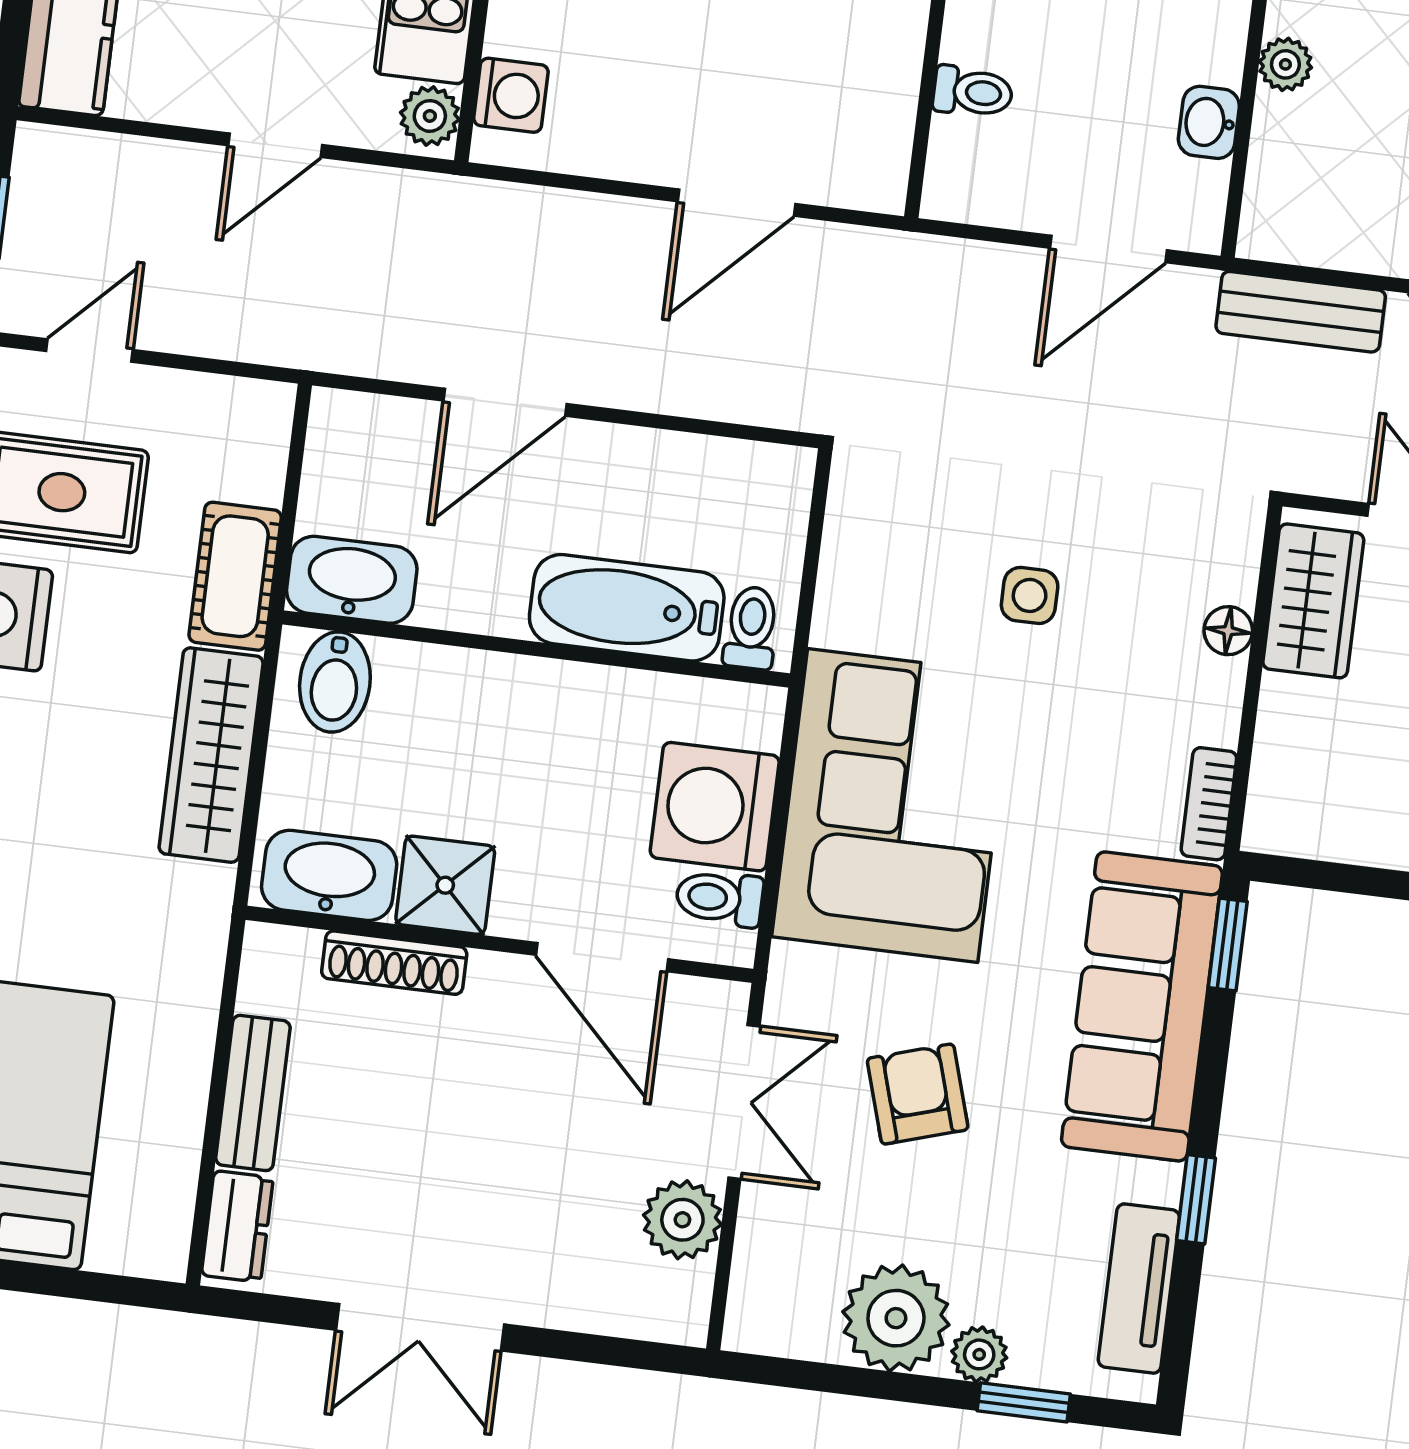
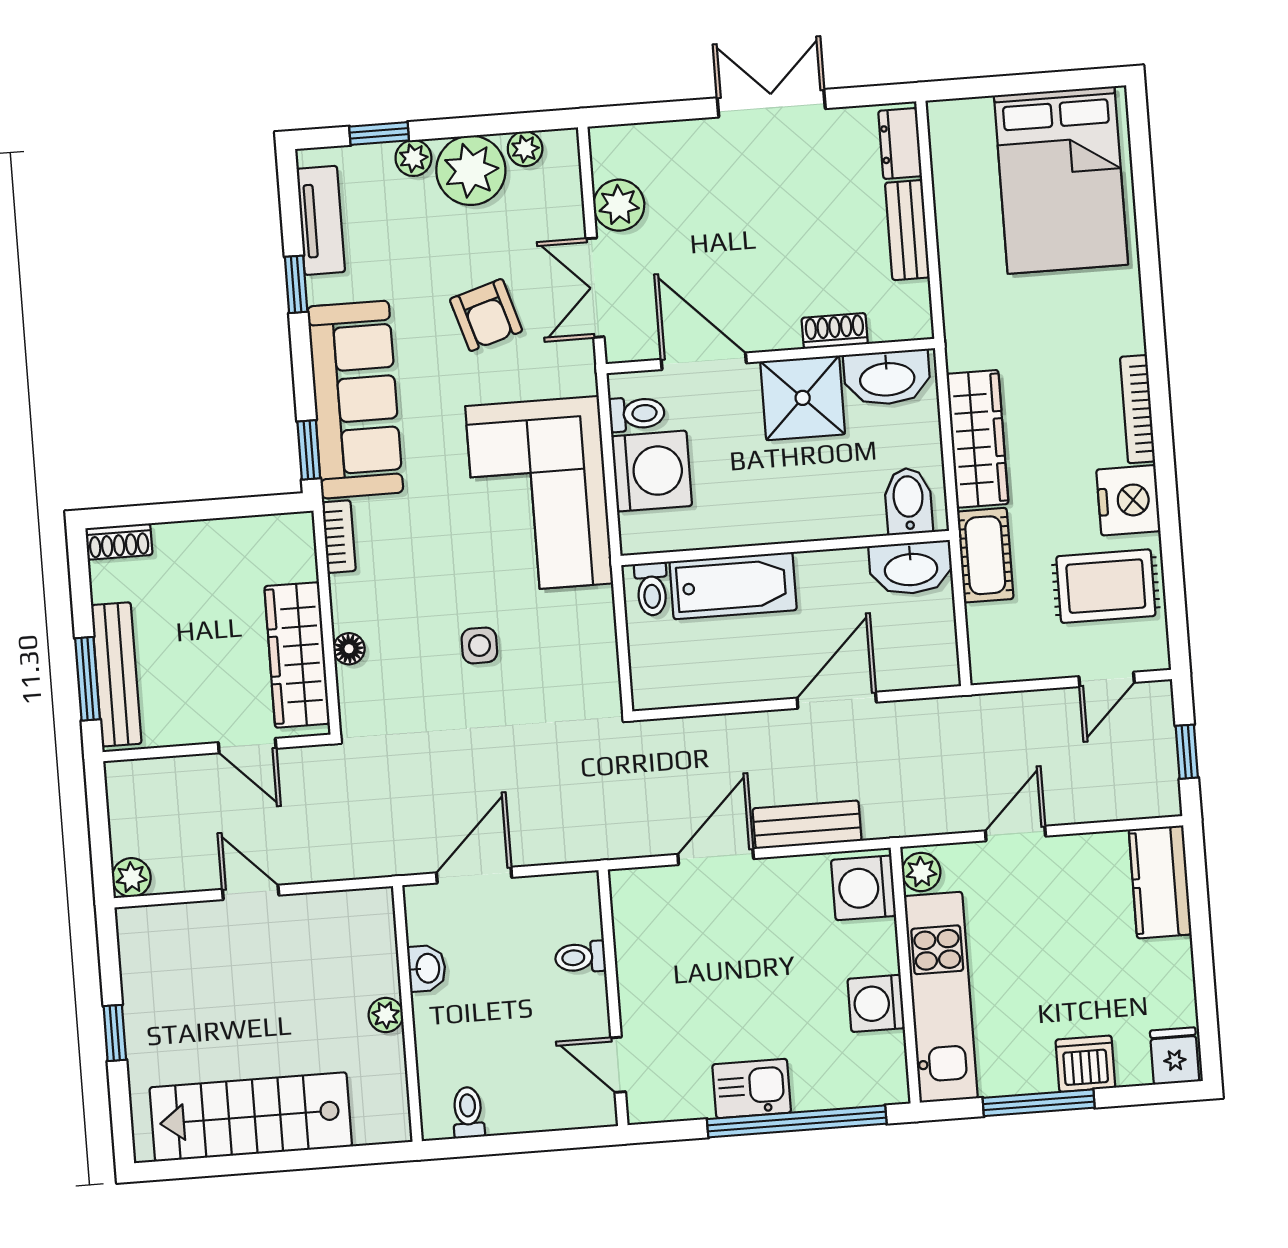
washing machine: (511, 95) -> (864, 888), width x1.38, depth x1.38
bench: (1301, 312) -> (807, 825), moved
wardrobe: (1313, 601) -> (297, 655), width x1.50
shower: (445, 885) -> (803, 398), width x1.36, depth x1.36
shoe rack: (394, 963) -> (835, 331), width x0.70
plant: (807, 1334) -> (525, 149), added

